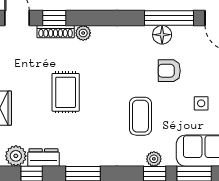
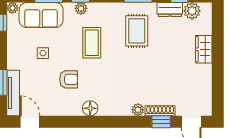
window: (169, 18) -> (69, 122), removed
floor lamp: (162, 35) -> (90, 108), moved
rug: (66, 92) -> (137, 31), moved

